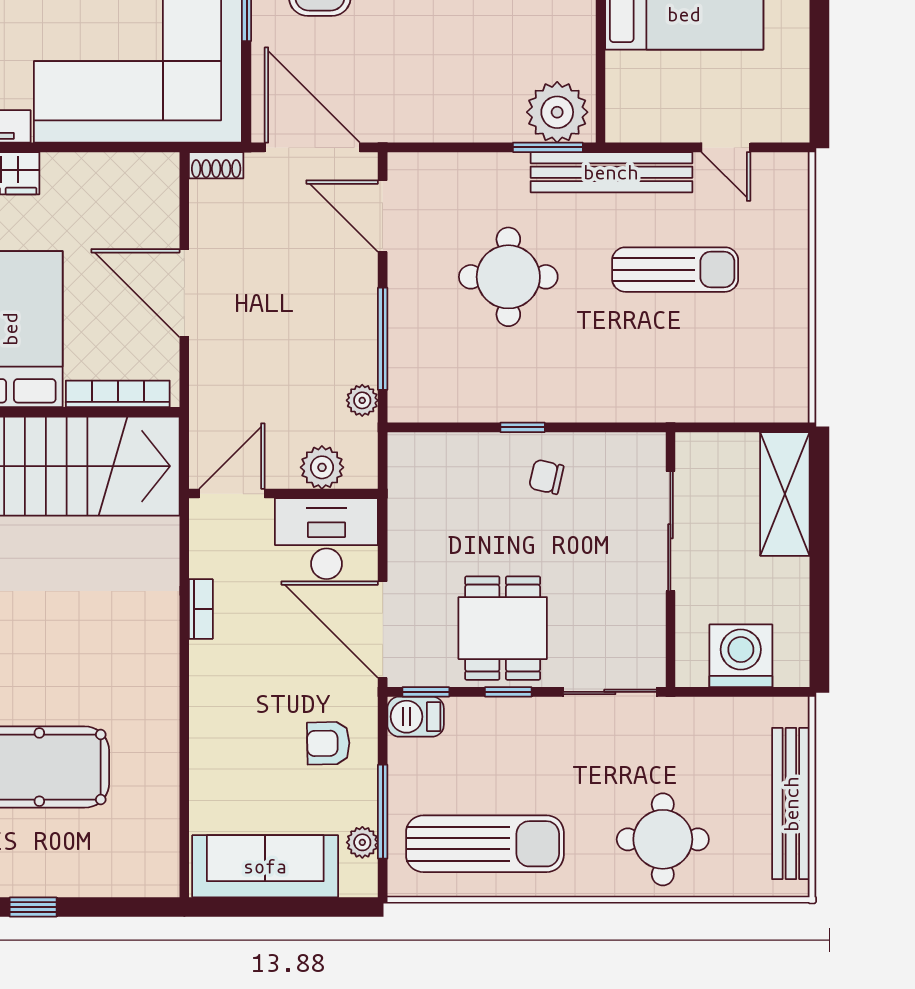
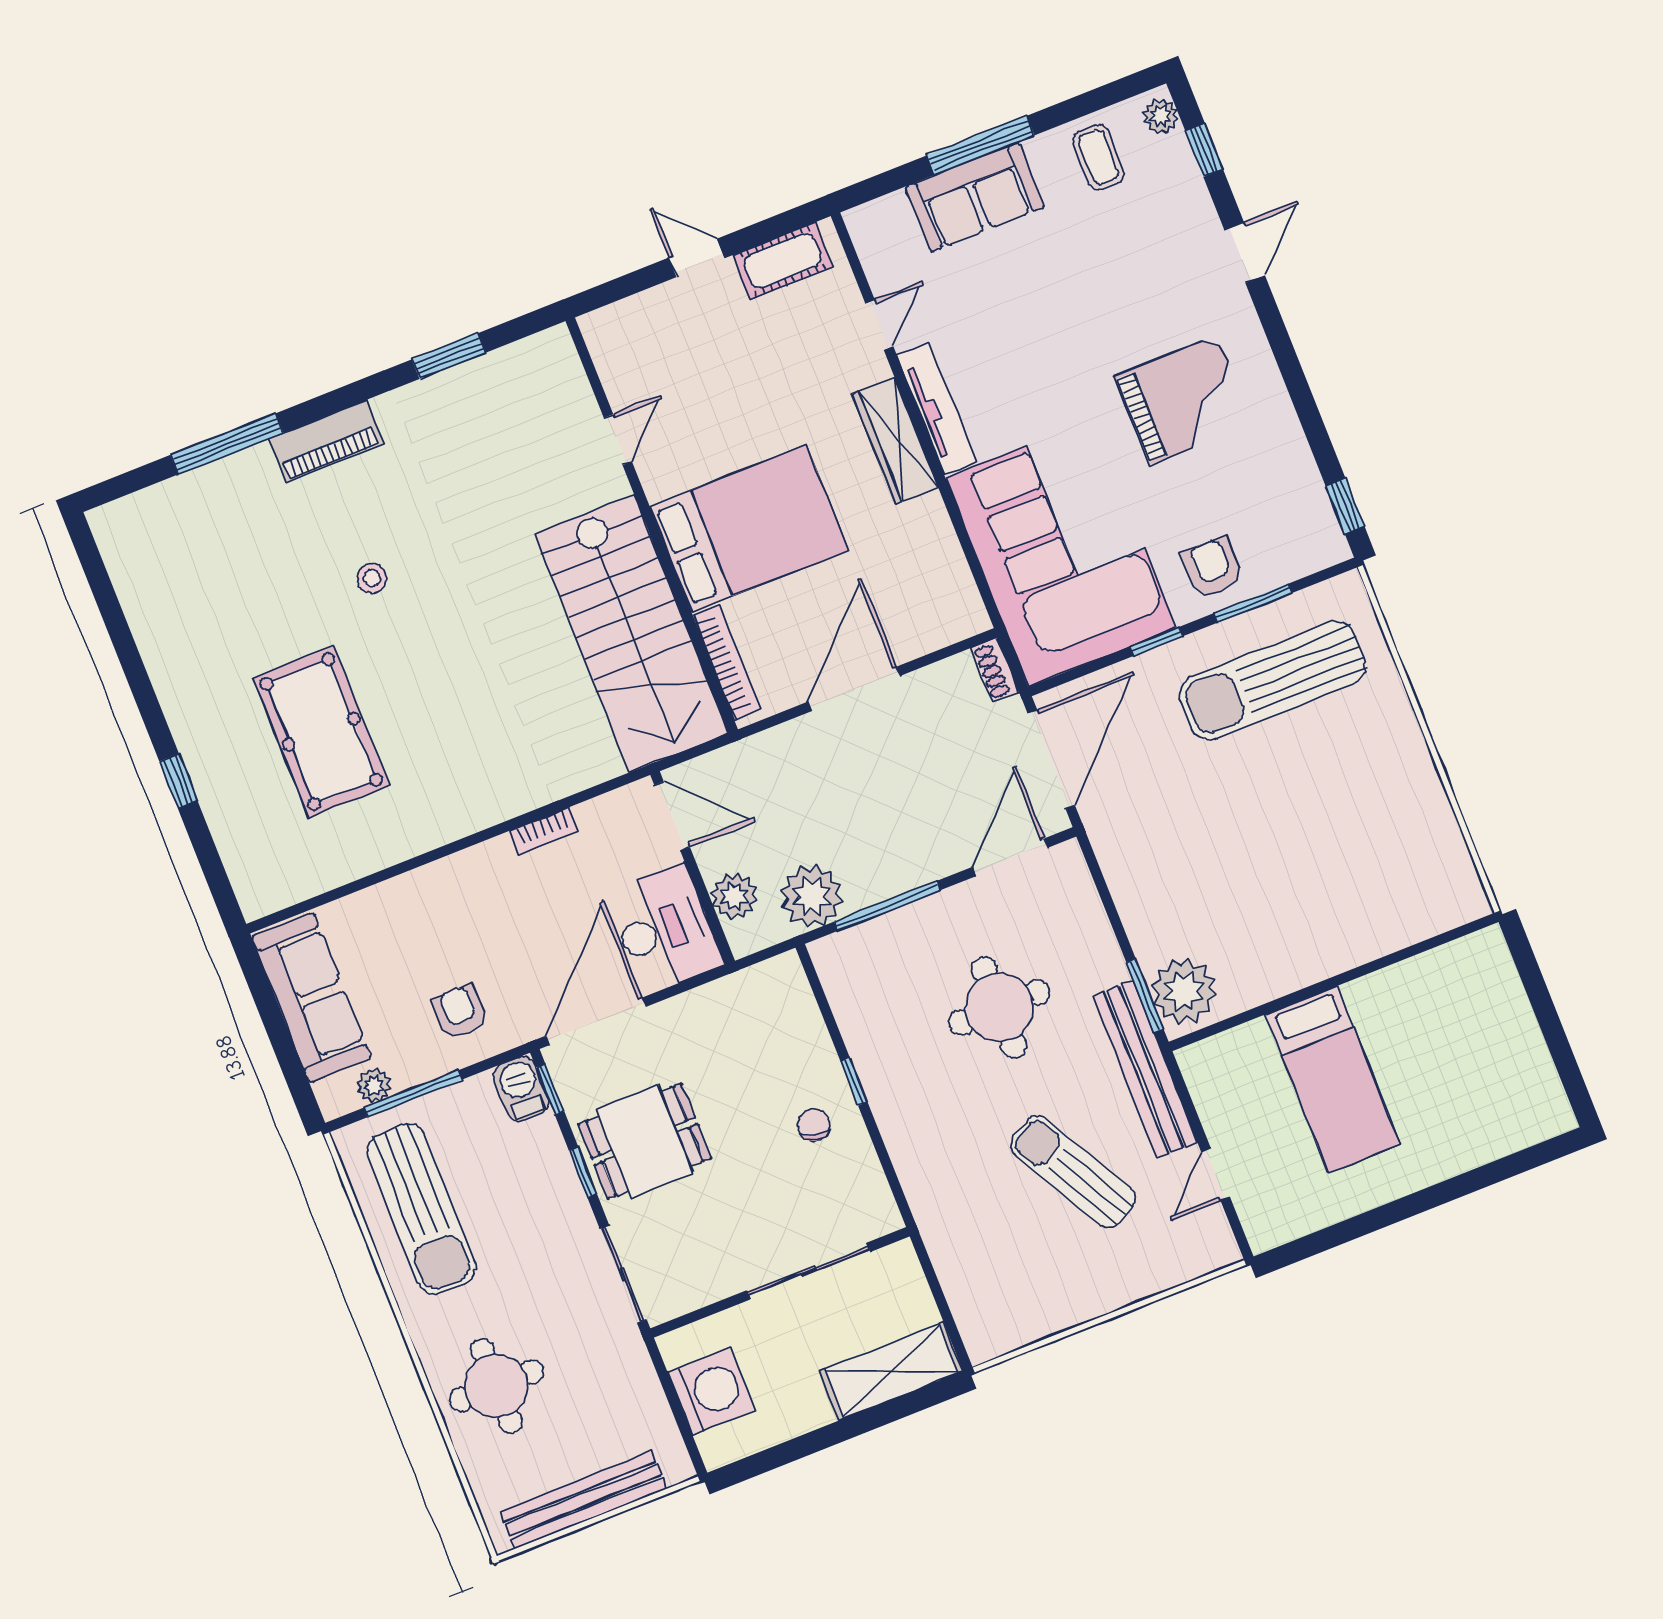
sun lounger: (675, 270) -> (1073, 1172), turned 151
plant: (362, 400) -> (812, 896), width x1.88, depth x1.88

